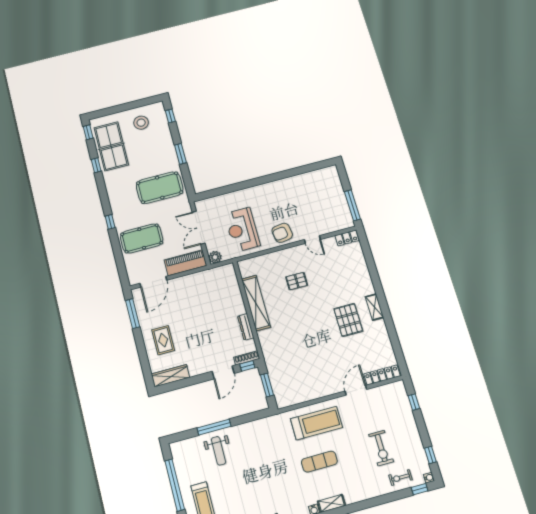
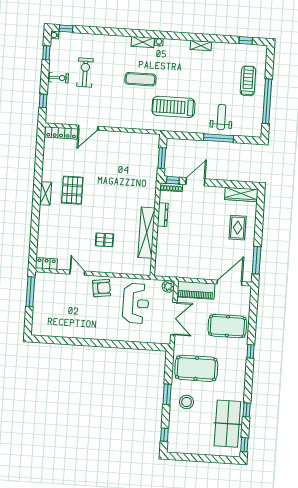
stool: (141, 123) -> (187, 402), moved
treadmill: (316, 423) -> (173, 107), moved
exercise bike: (400, 478) -> (59, 78), moved

